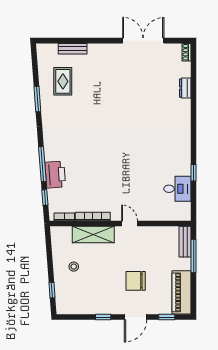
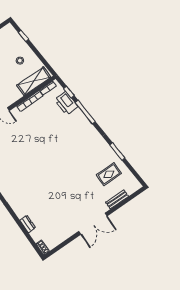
double door: (143, 41) -> (93, 224), moved
rug: (63, 81) -> (109, 174), turned 90
printer: (55, 175) -> (66, 103), moved
shelving: (93, 235) -> (34, 81), moved

